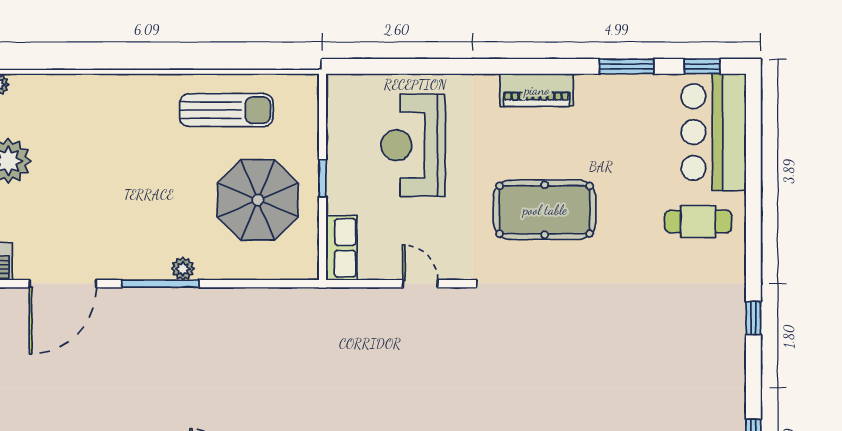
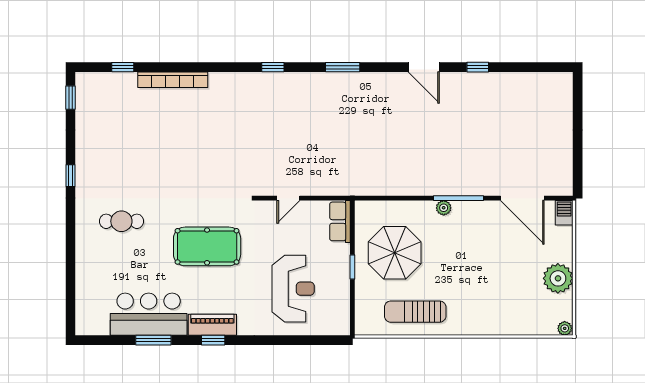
window: (702, 66) -> (213, 340), moved
bar counter: (714, 132) -> (149, 314), moved, turned -90
cafe table: (698, 222) -> (121, 221), moved
door: (63, 284) -> (522, 198), swing flipped
door: (420, 284) -> (288, 198), hinge flipped

